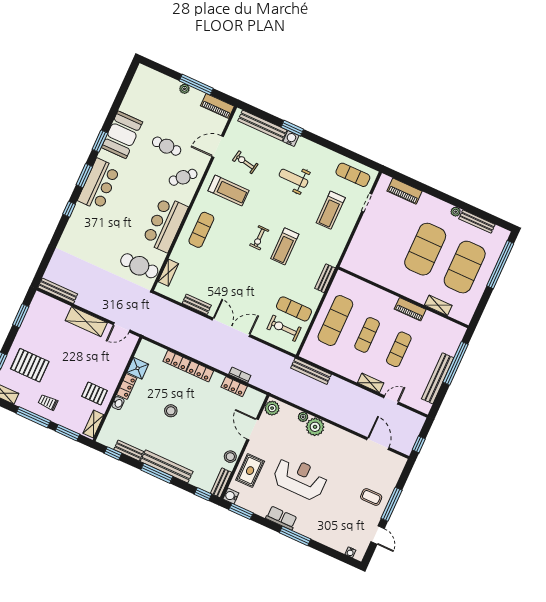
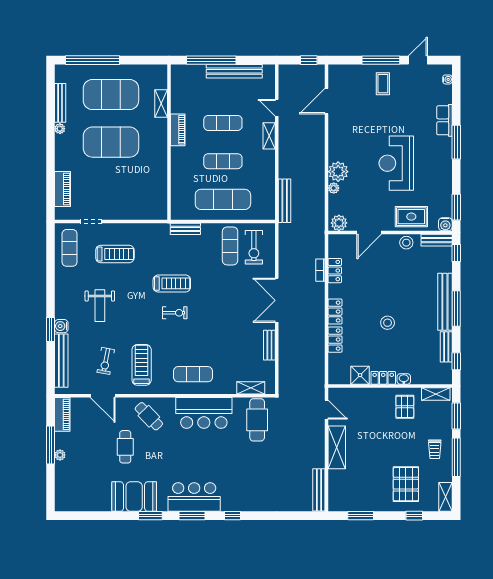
row of seats: (281, 518) -> (444, 120), moved

